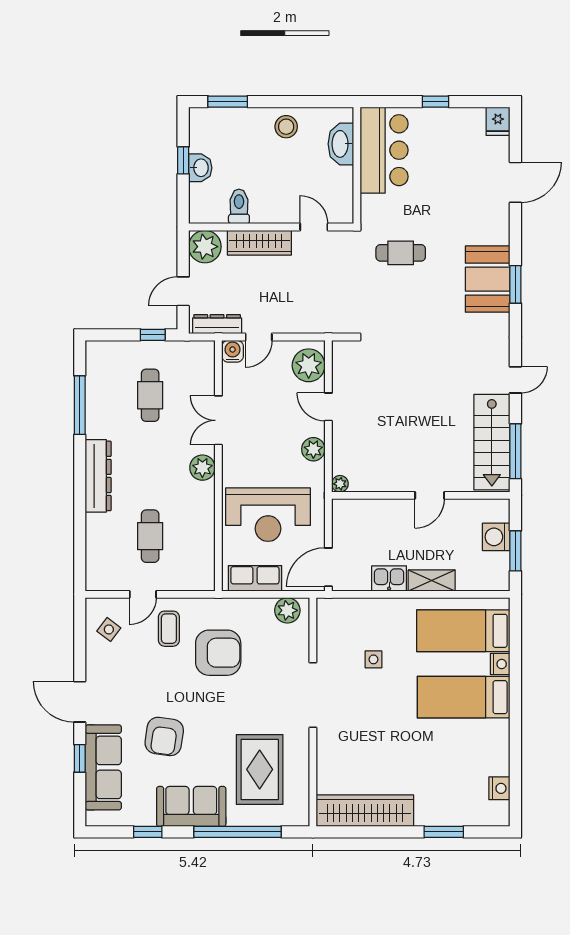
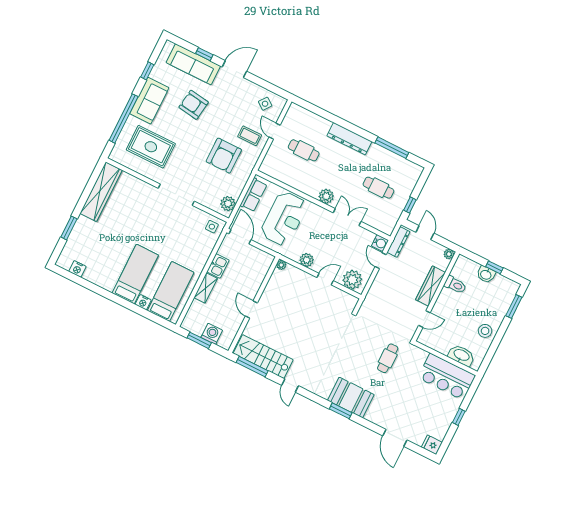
plant: (205, 247) -> (449, 254), width x0.53, depth x0.53
reception desk: (268, 515) -> (284, 219), turned 180
side table: (373, 659) -> (212, 227), moved

